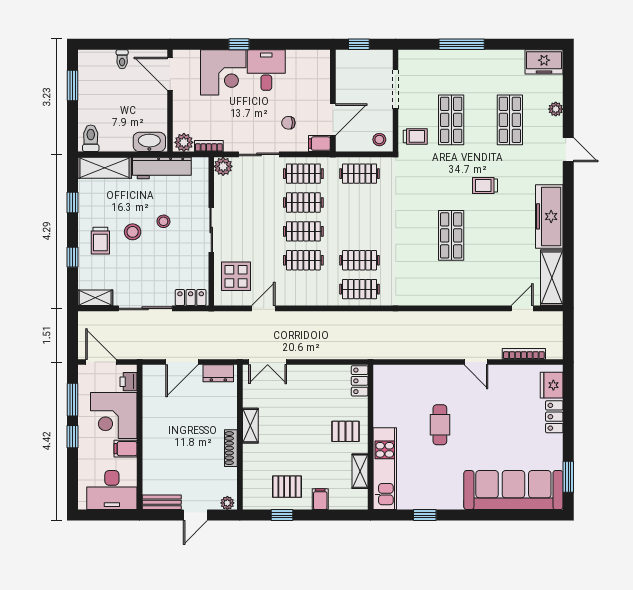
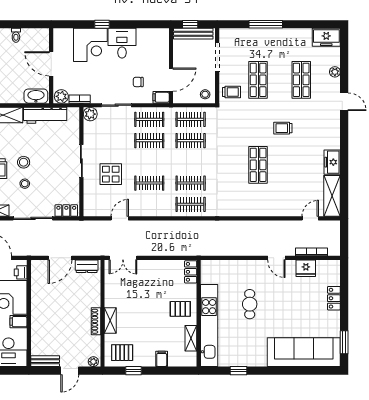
bench: (363, 57) -> (193, 34), added
door: (170, 74) -> (51, 64), moved
freezer: (549, 216) -> (332, 162), width x0.52, depth x0.79
stool: (163, 221) -> (25, 184), moved
clothes rail: (303, 231) -> (191, 141), moved
display table: (236, 276) -> (111, 174), moved
fridge: (552, 385) -> (306, 268), moved, turned -90
shelving: (250, 426) -> (110, 320), moved
kitchen unit: (385, 469) -> (209, 325), width x1.36
pallet: (287, 487) -> (122, 353), moved

